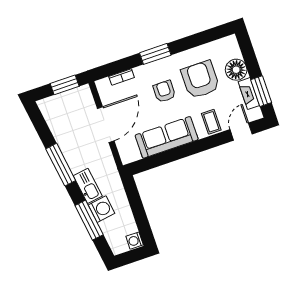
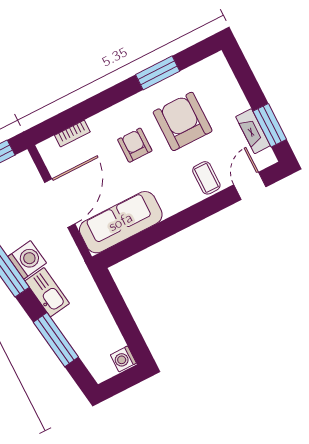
window: (155, 54) -> (158, 73), moved
floor lamp: (236, 70) -> (231, 100), removed
sofa: (167, 137) -> (121, 222), moved
washing machine: (102, 209) -> (27, 260), moved

